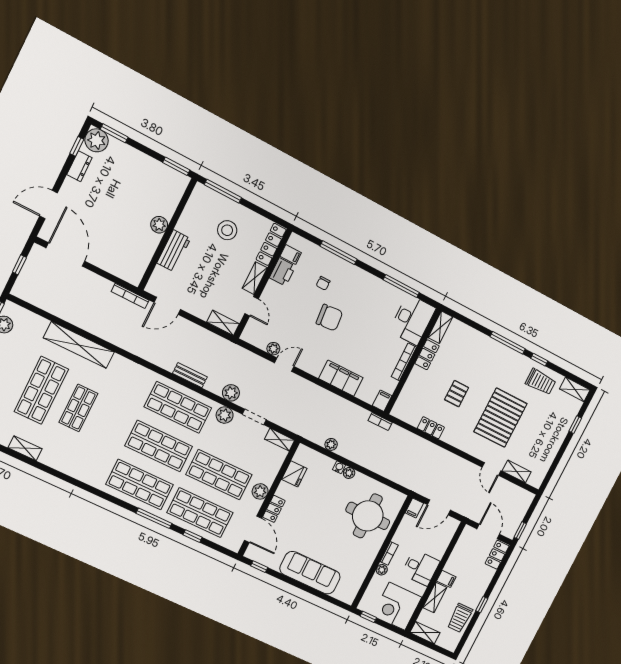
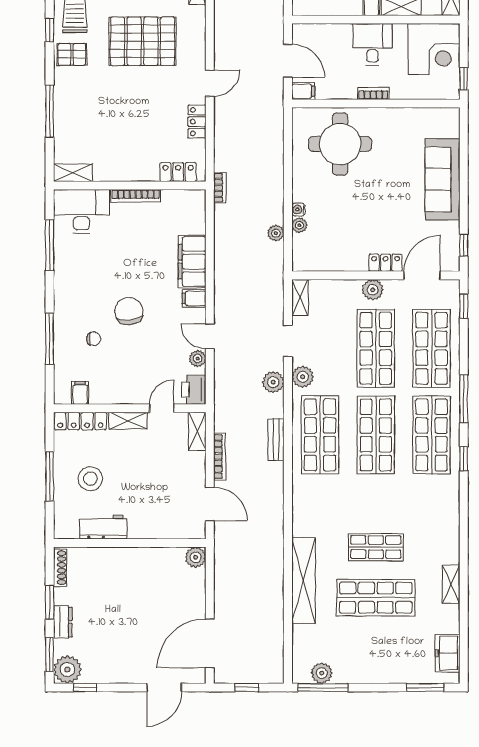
dresser: (79, 166) -> (63, 622), moved, turned 90
window: (176, 166) -> (50, 602), moved
shoe rack: (174, 175) -> (60, 568), added
window: (223, 191) -> (50, 476), moved
door: (49, 205) -> (164, 688), hinge flipped
plant: (159, 225) -> (196, 557), moved
workbench: (174, 251) -> (103, 527), moved
printer: (282, 272) -> (194, 390), moved, turned -90
bookcase: (130, 296) -> (220, 456), moved
window: (508, 343) -> (50, 111), moved
locker: (427, 355) -> (178, 172), moved
pallet: (457, 394) -> (72, 54), moved
filing cabinet: (382, 401) -> (194, 298), moved
door: (491, 469) -> (210, 83), moved
plant: (349, 473) -> (299, 225), moved
fridge: (294, 474) -> (332, 259), removed
window: (112, 499) -> (464, 459), added
window: (193, 536) -> (464, 306), moved
plant: (382, 570) -> (398, 92), removed

